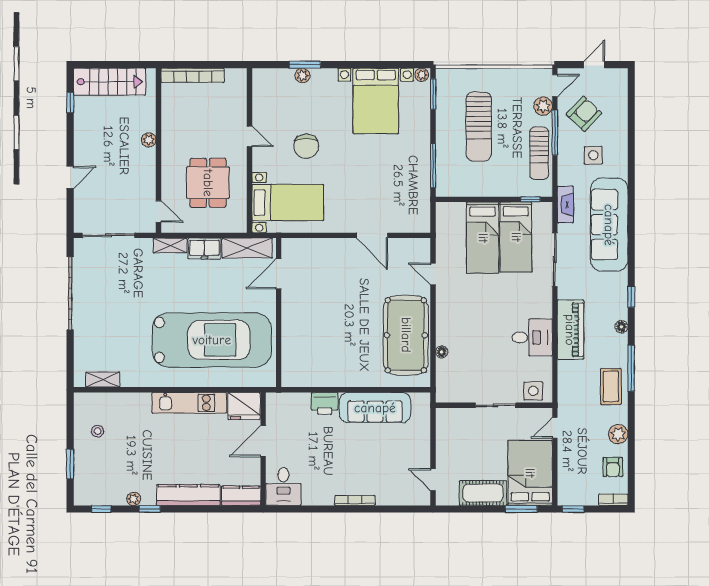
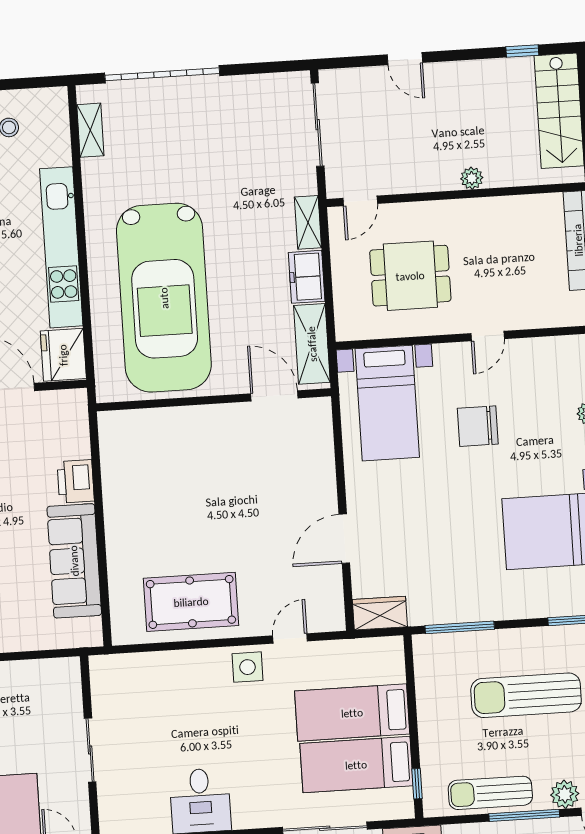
wardrobe: (421, 216) -> (380, 613), added
garage door: (70, 293) -> (162, 74), moved
pool table: (406, 335) -> (191, 602), width x0.73, depth x0.76
floor lamp: (442, 352) -> (168, 660), removed
side table: (533, 391) -> (247, 667), moved
kitchen unit: (189, 403) -> (61, 247), width x1.36

